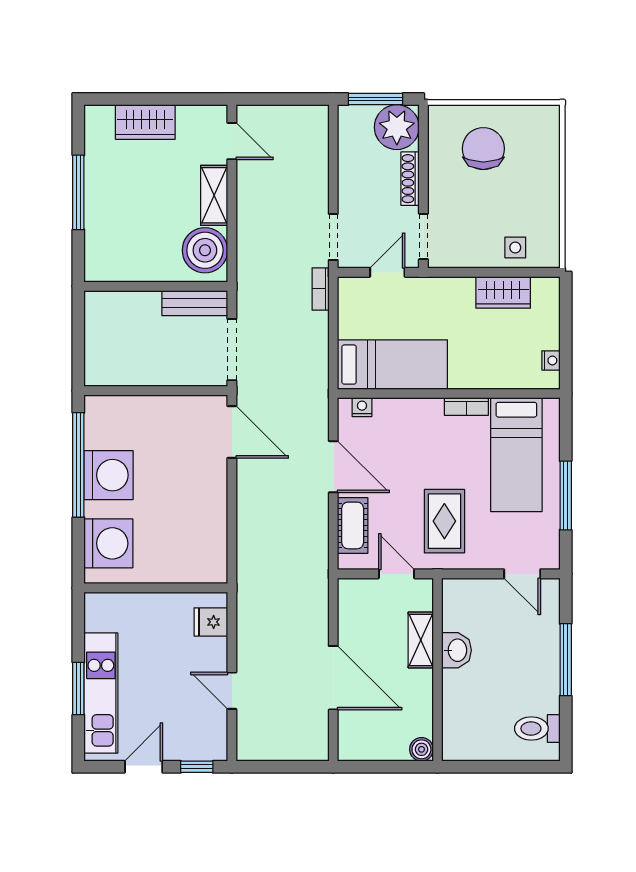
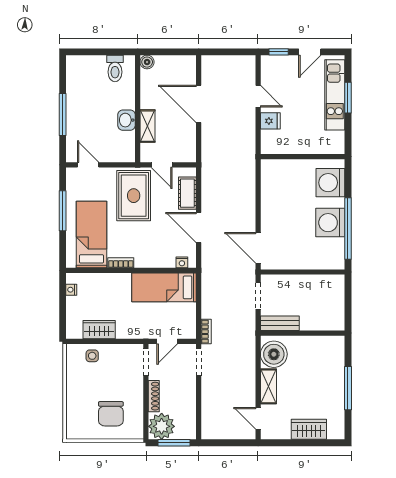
doorway: (232, 350) -> (258, 296), width x0.73
rug: (444, 521) -> (134, 196), width x1.36, depth x1.43
fridge: (211, 622) -> (270, 121), moved
toilet: (537, 729) -> (115, 68), moved, turned 90

